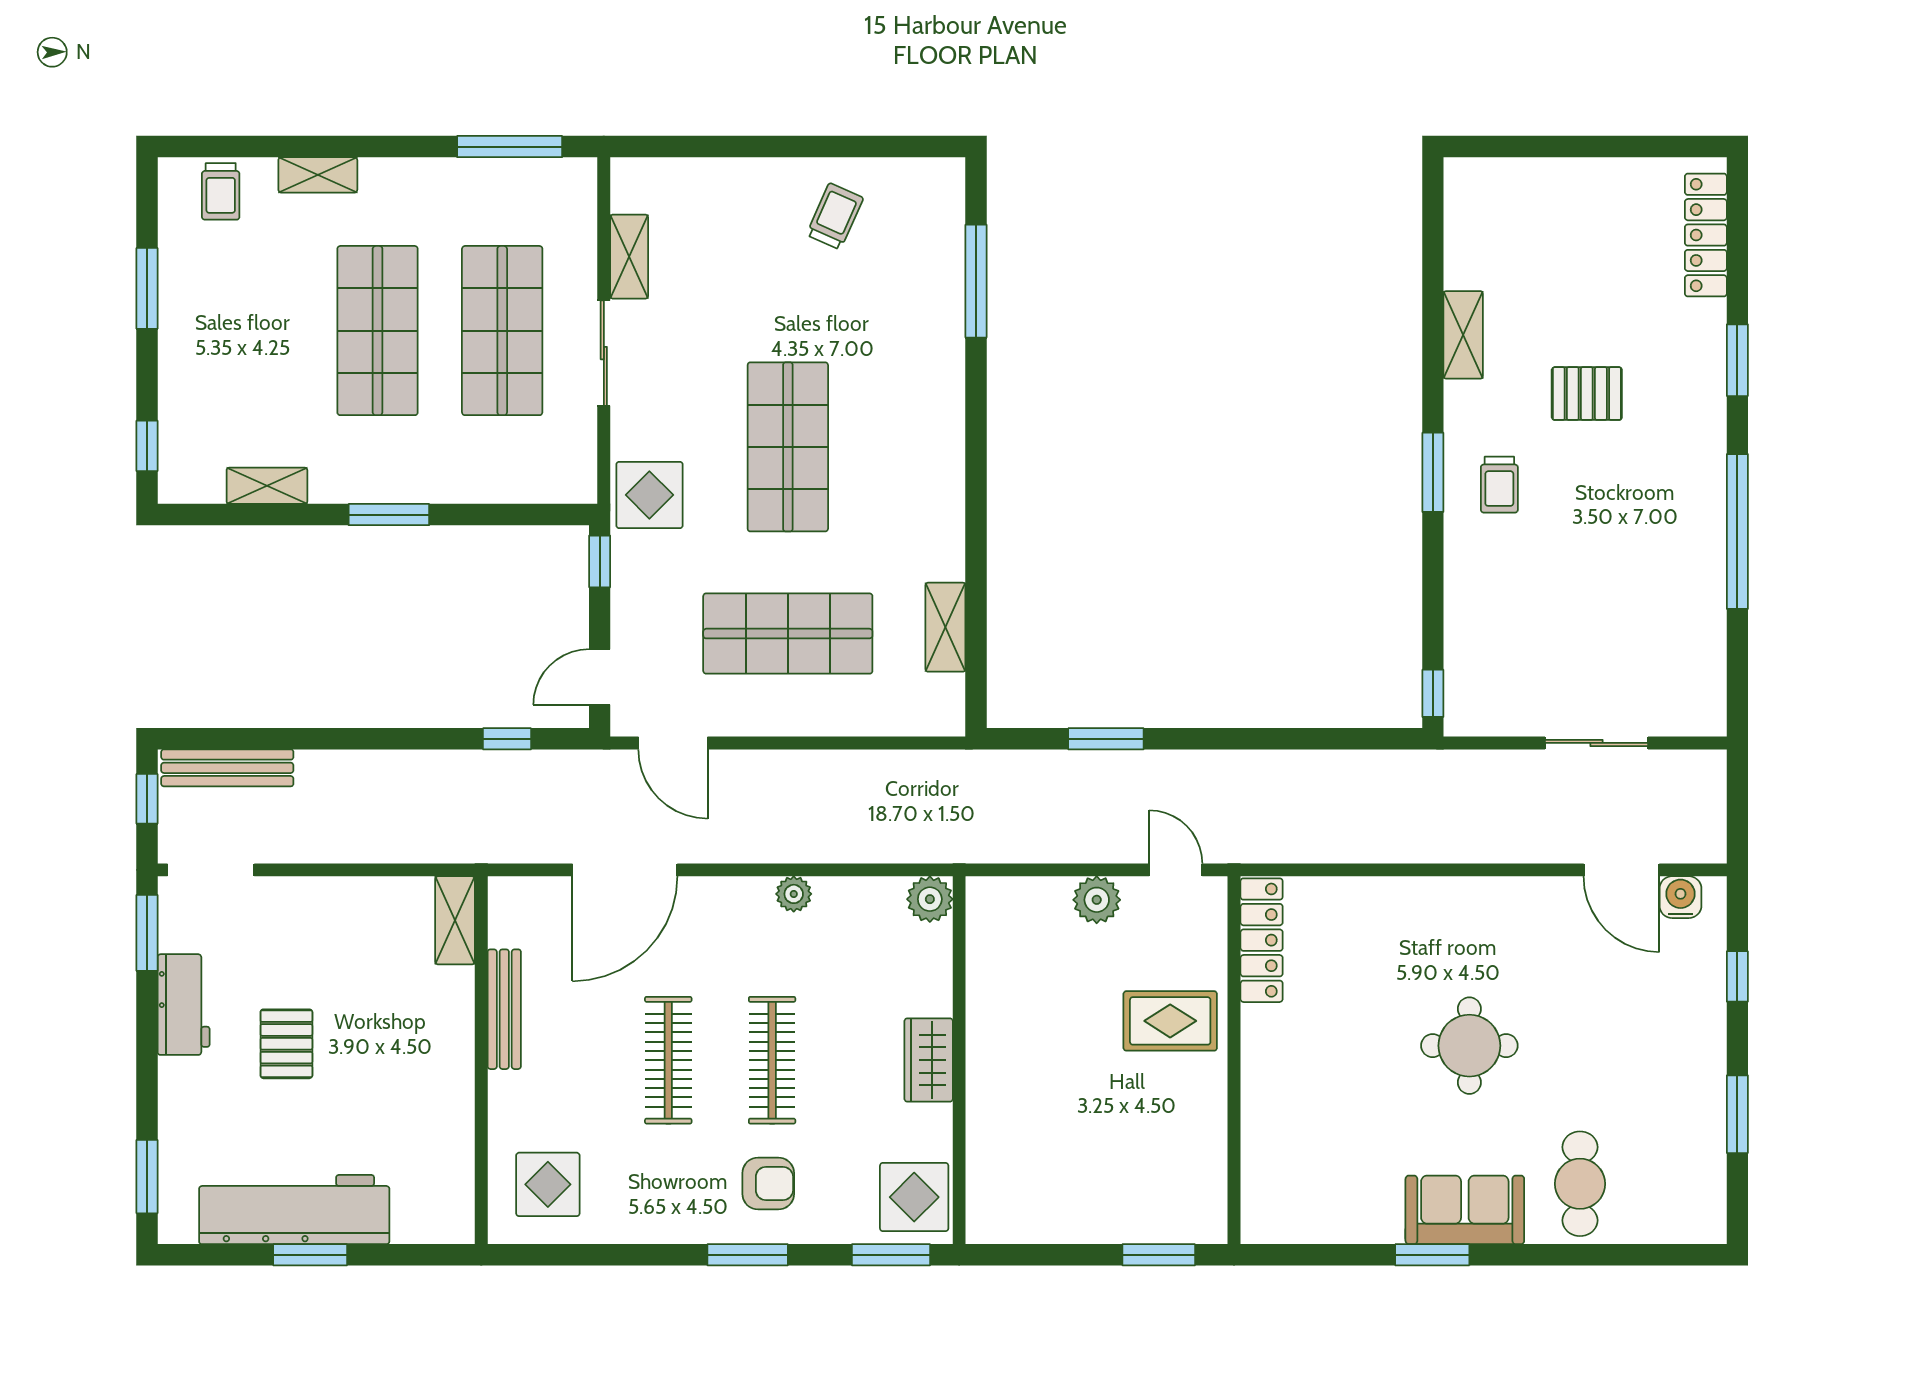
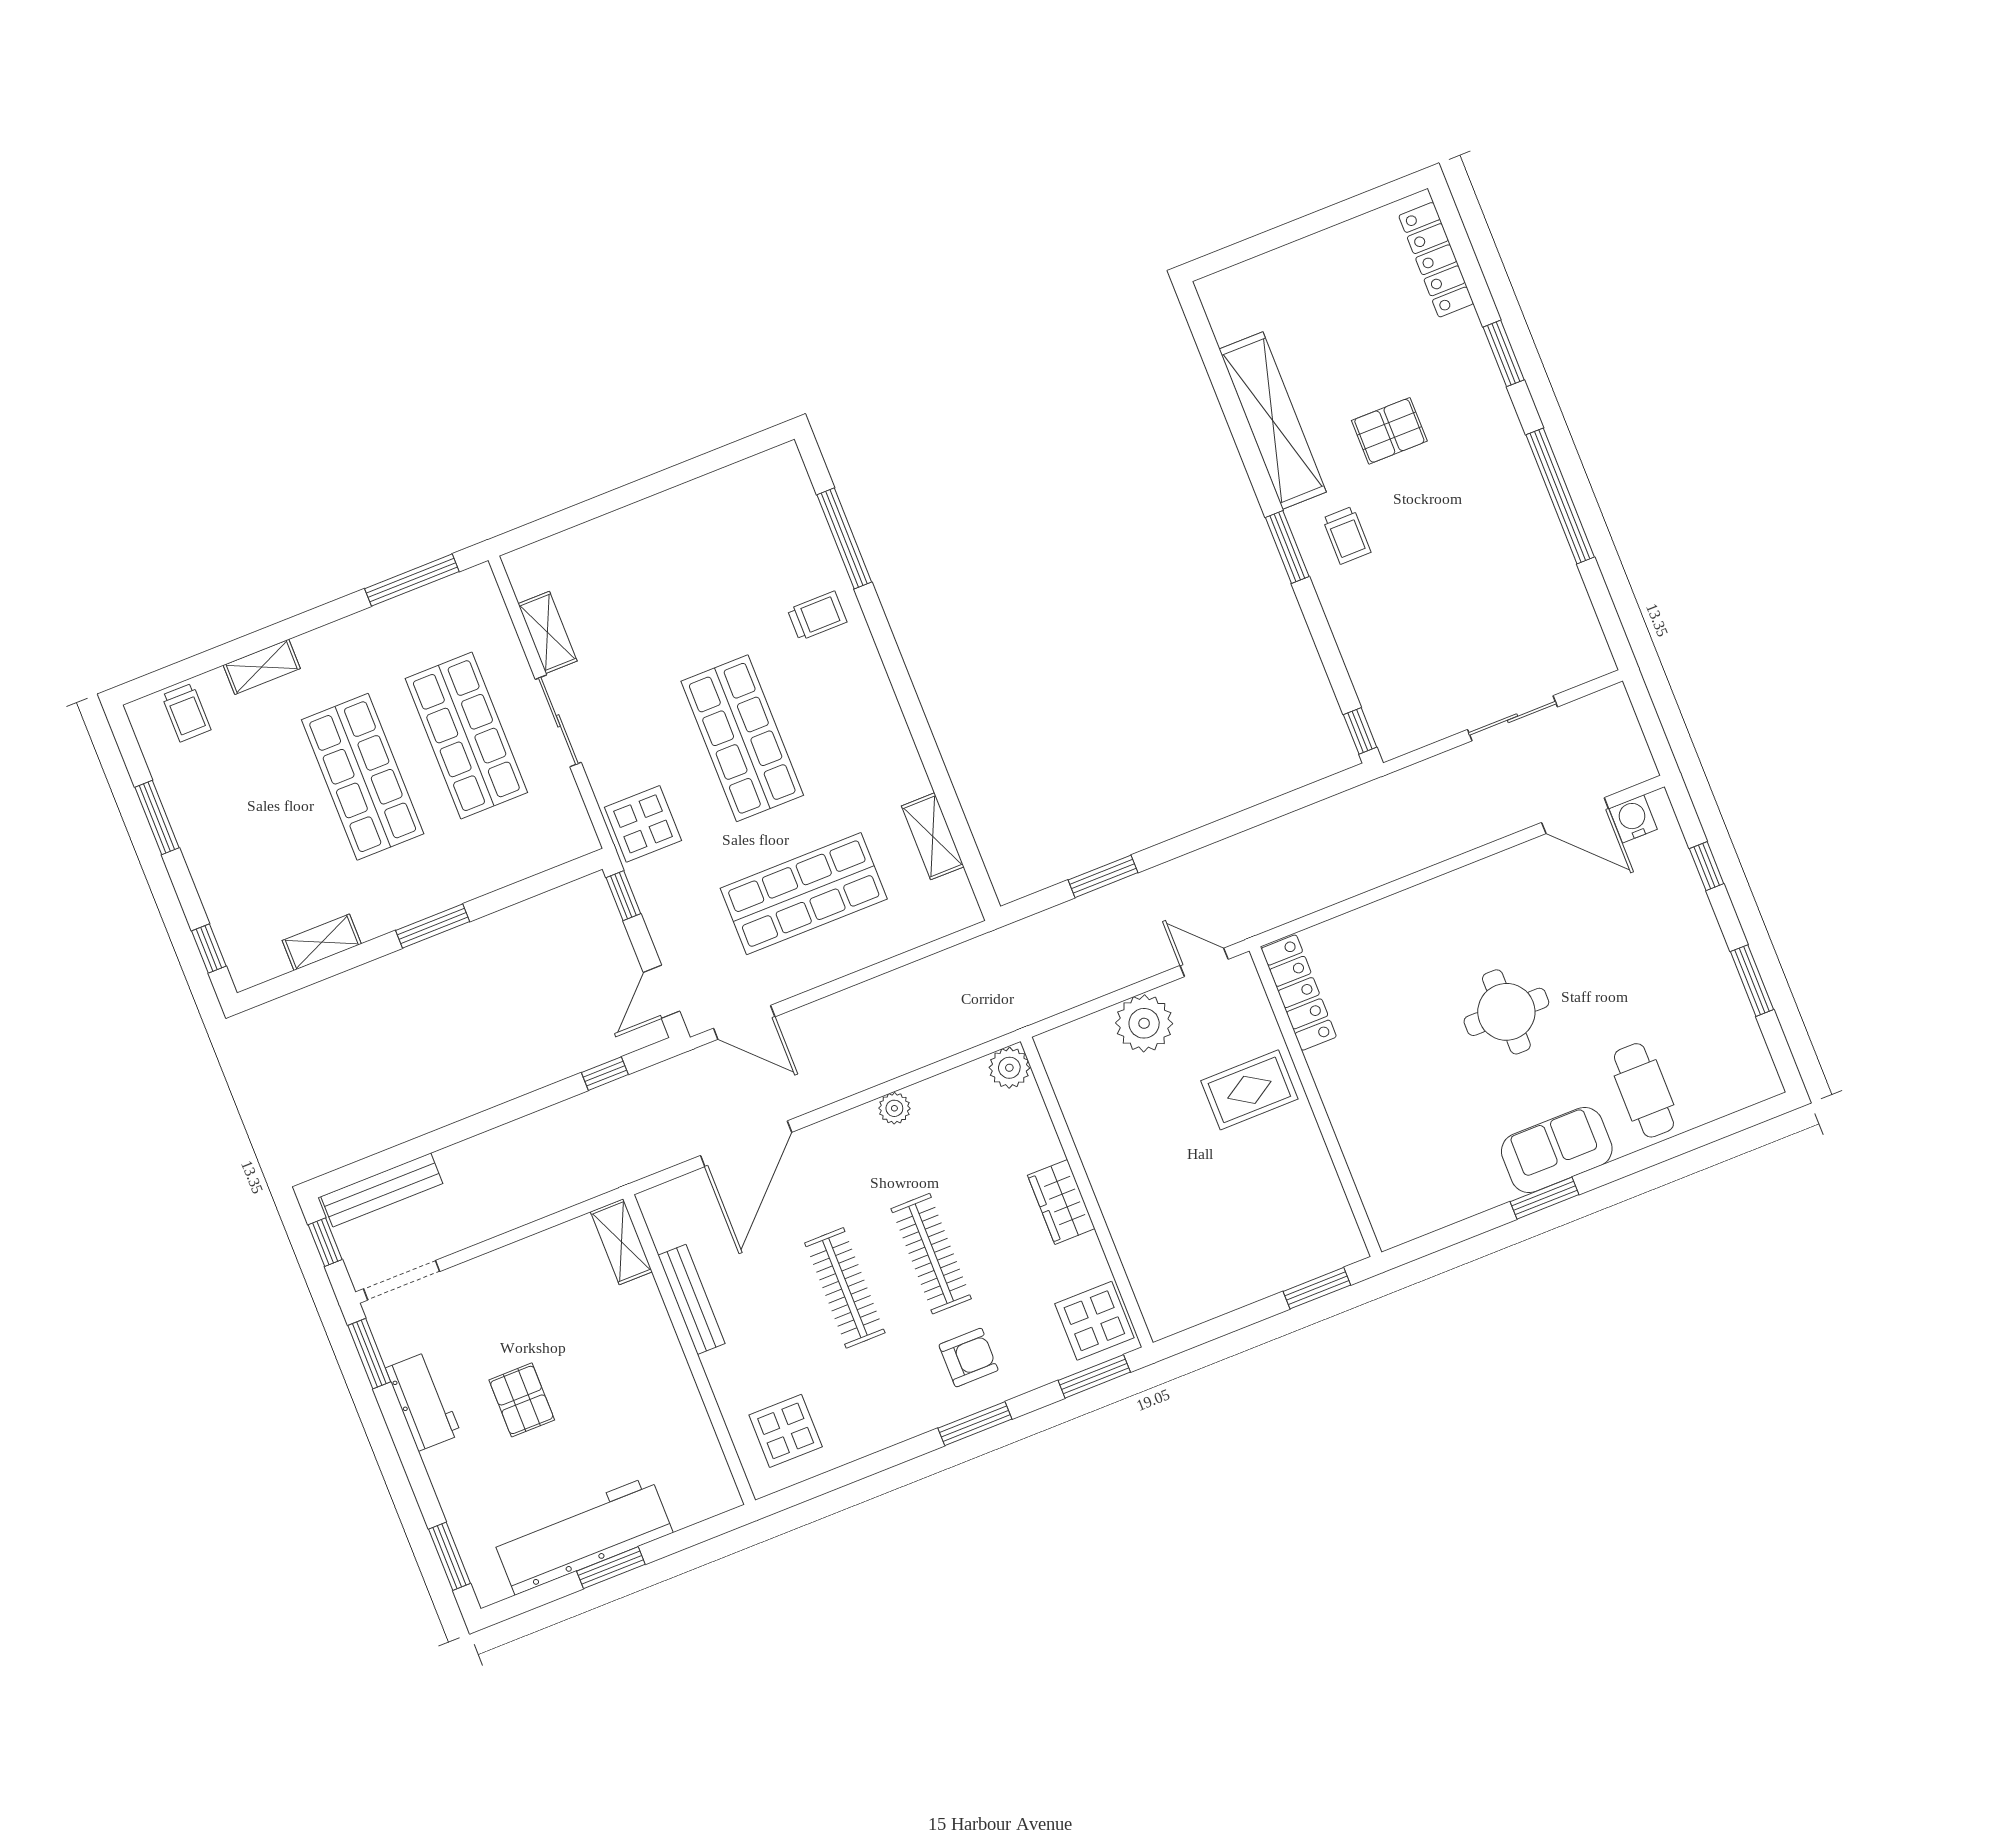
trolley: (835, 216) -> (817, 616), moved, turned 66
shelving: (1463, 335) -> (1273, 421), width x2.20, depth x1.33
plant: (1097, 900) -> (1144, 1023), width x1.36, depth x1.36

